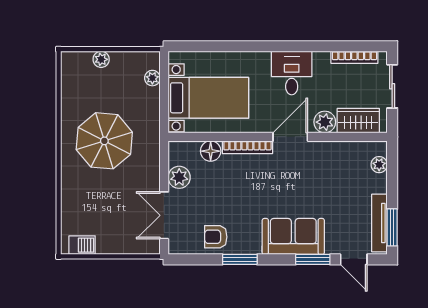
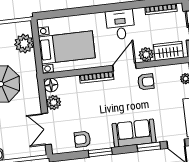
plant: (152, 78) -> (24, 44), width x1.88, depth x1.88
floor lamp: (211, 151) -> (51, 85), moved
armchair: (320, 162) -> (146, 82), added

